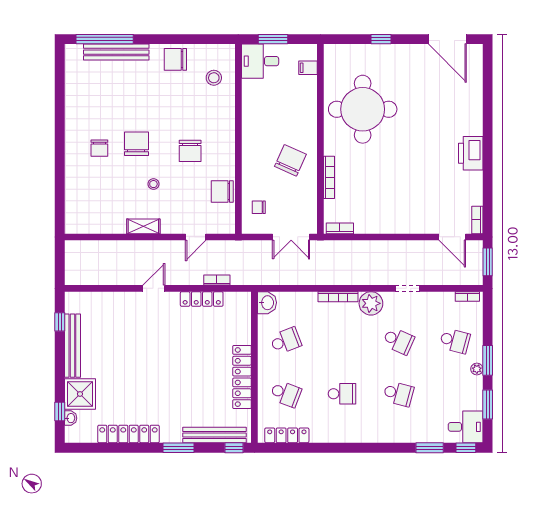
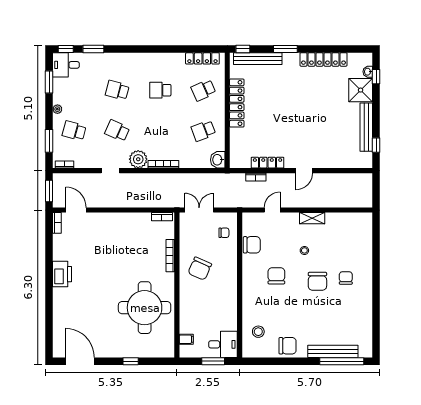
window: (488, 360) -> (49, 141), moved
school desk: (286, 394) -> (203, 90), turned -45

